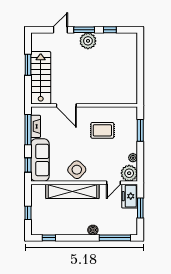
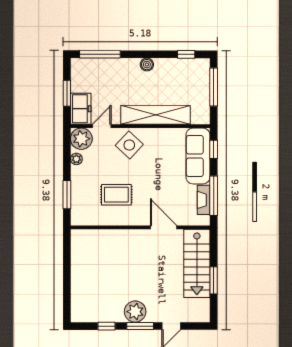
side table: (77, 170) -> (129, 145), moved
window: (28, 213) -> (214, 87), width x2.17
boiler: (93, 230) -> (147, 65), moved

